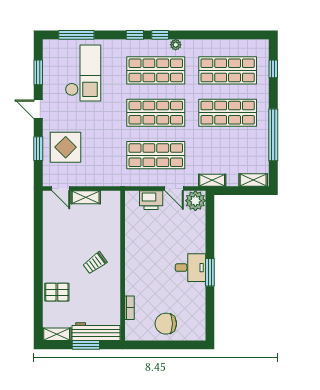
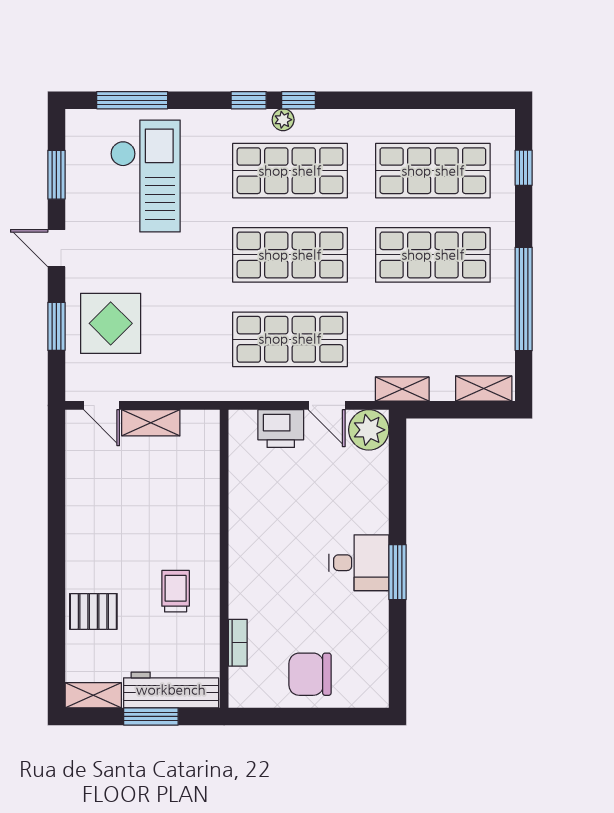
plant: (176, 45) -> (283, 120), moved
trolley: (95, 263) -> (176, 591), moved, turned 126

